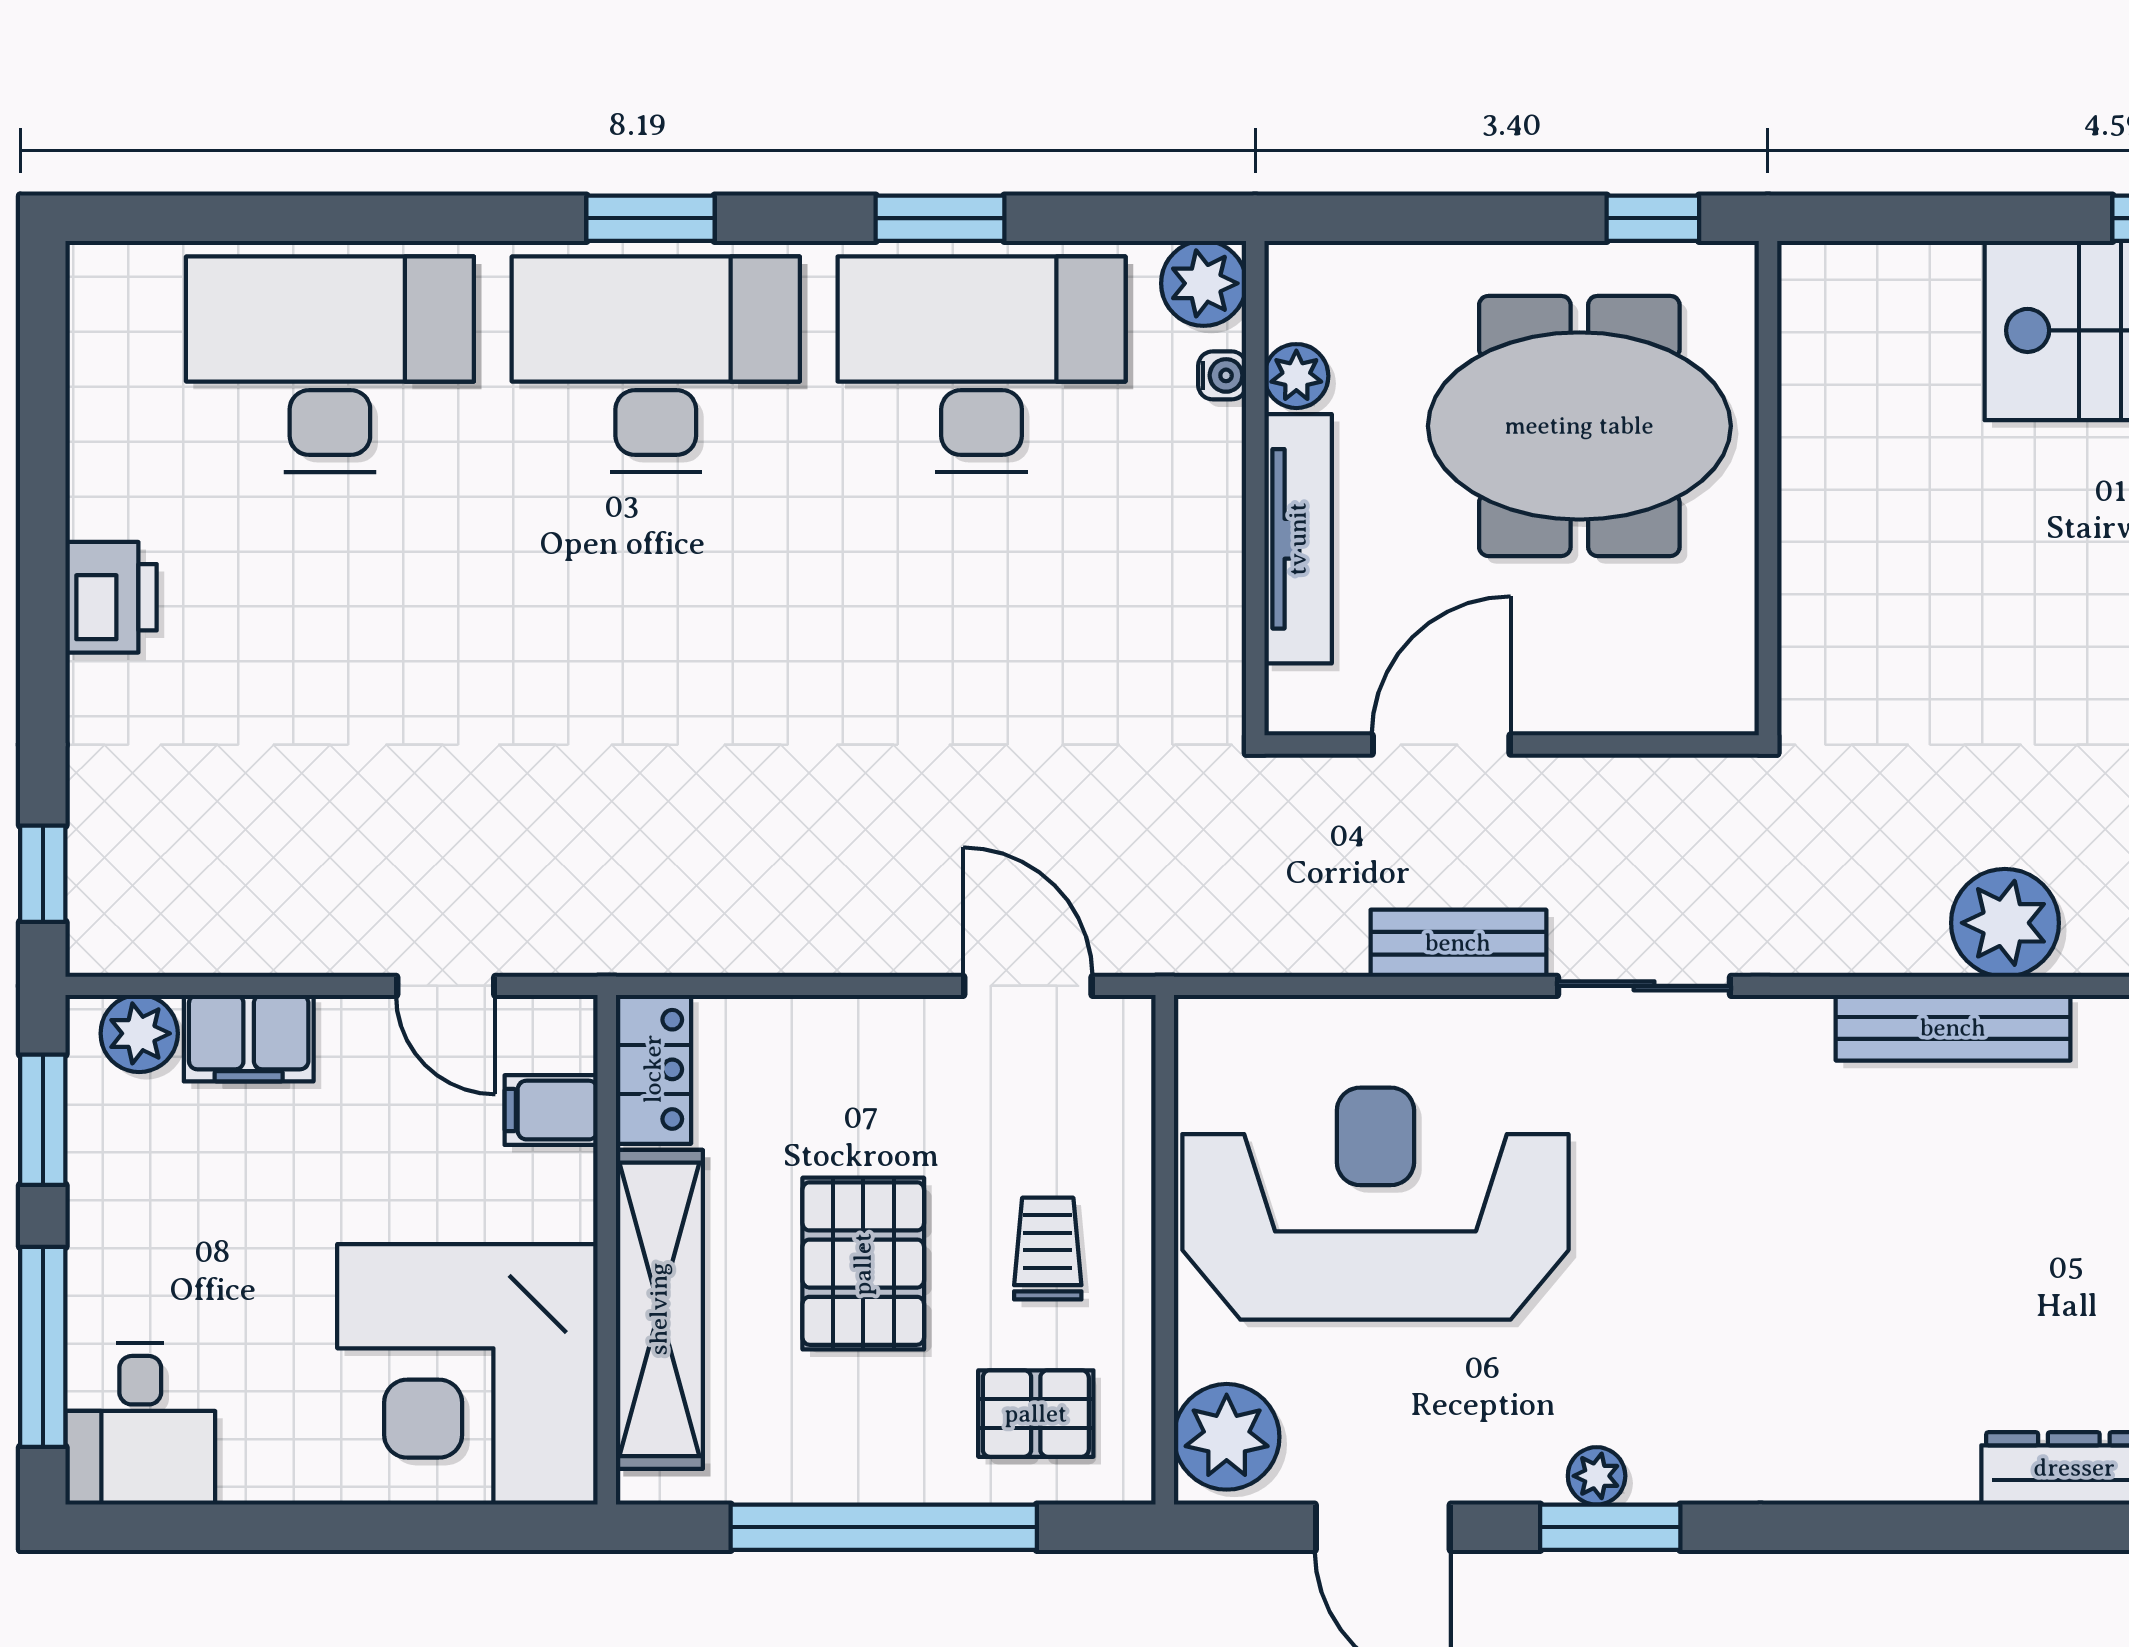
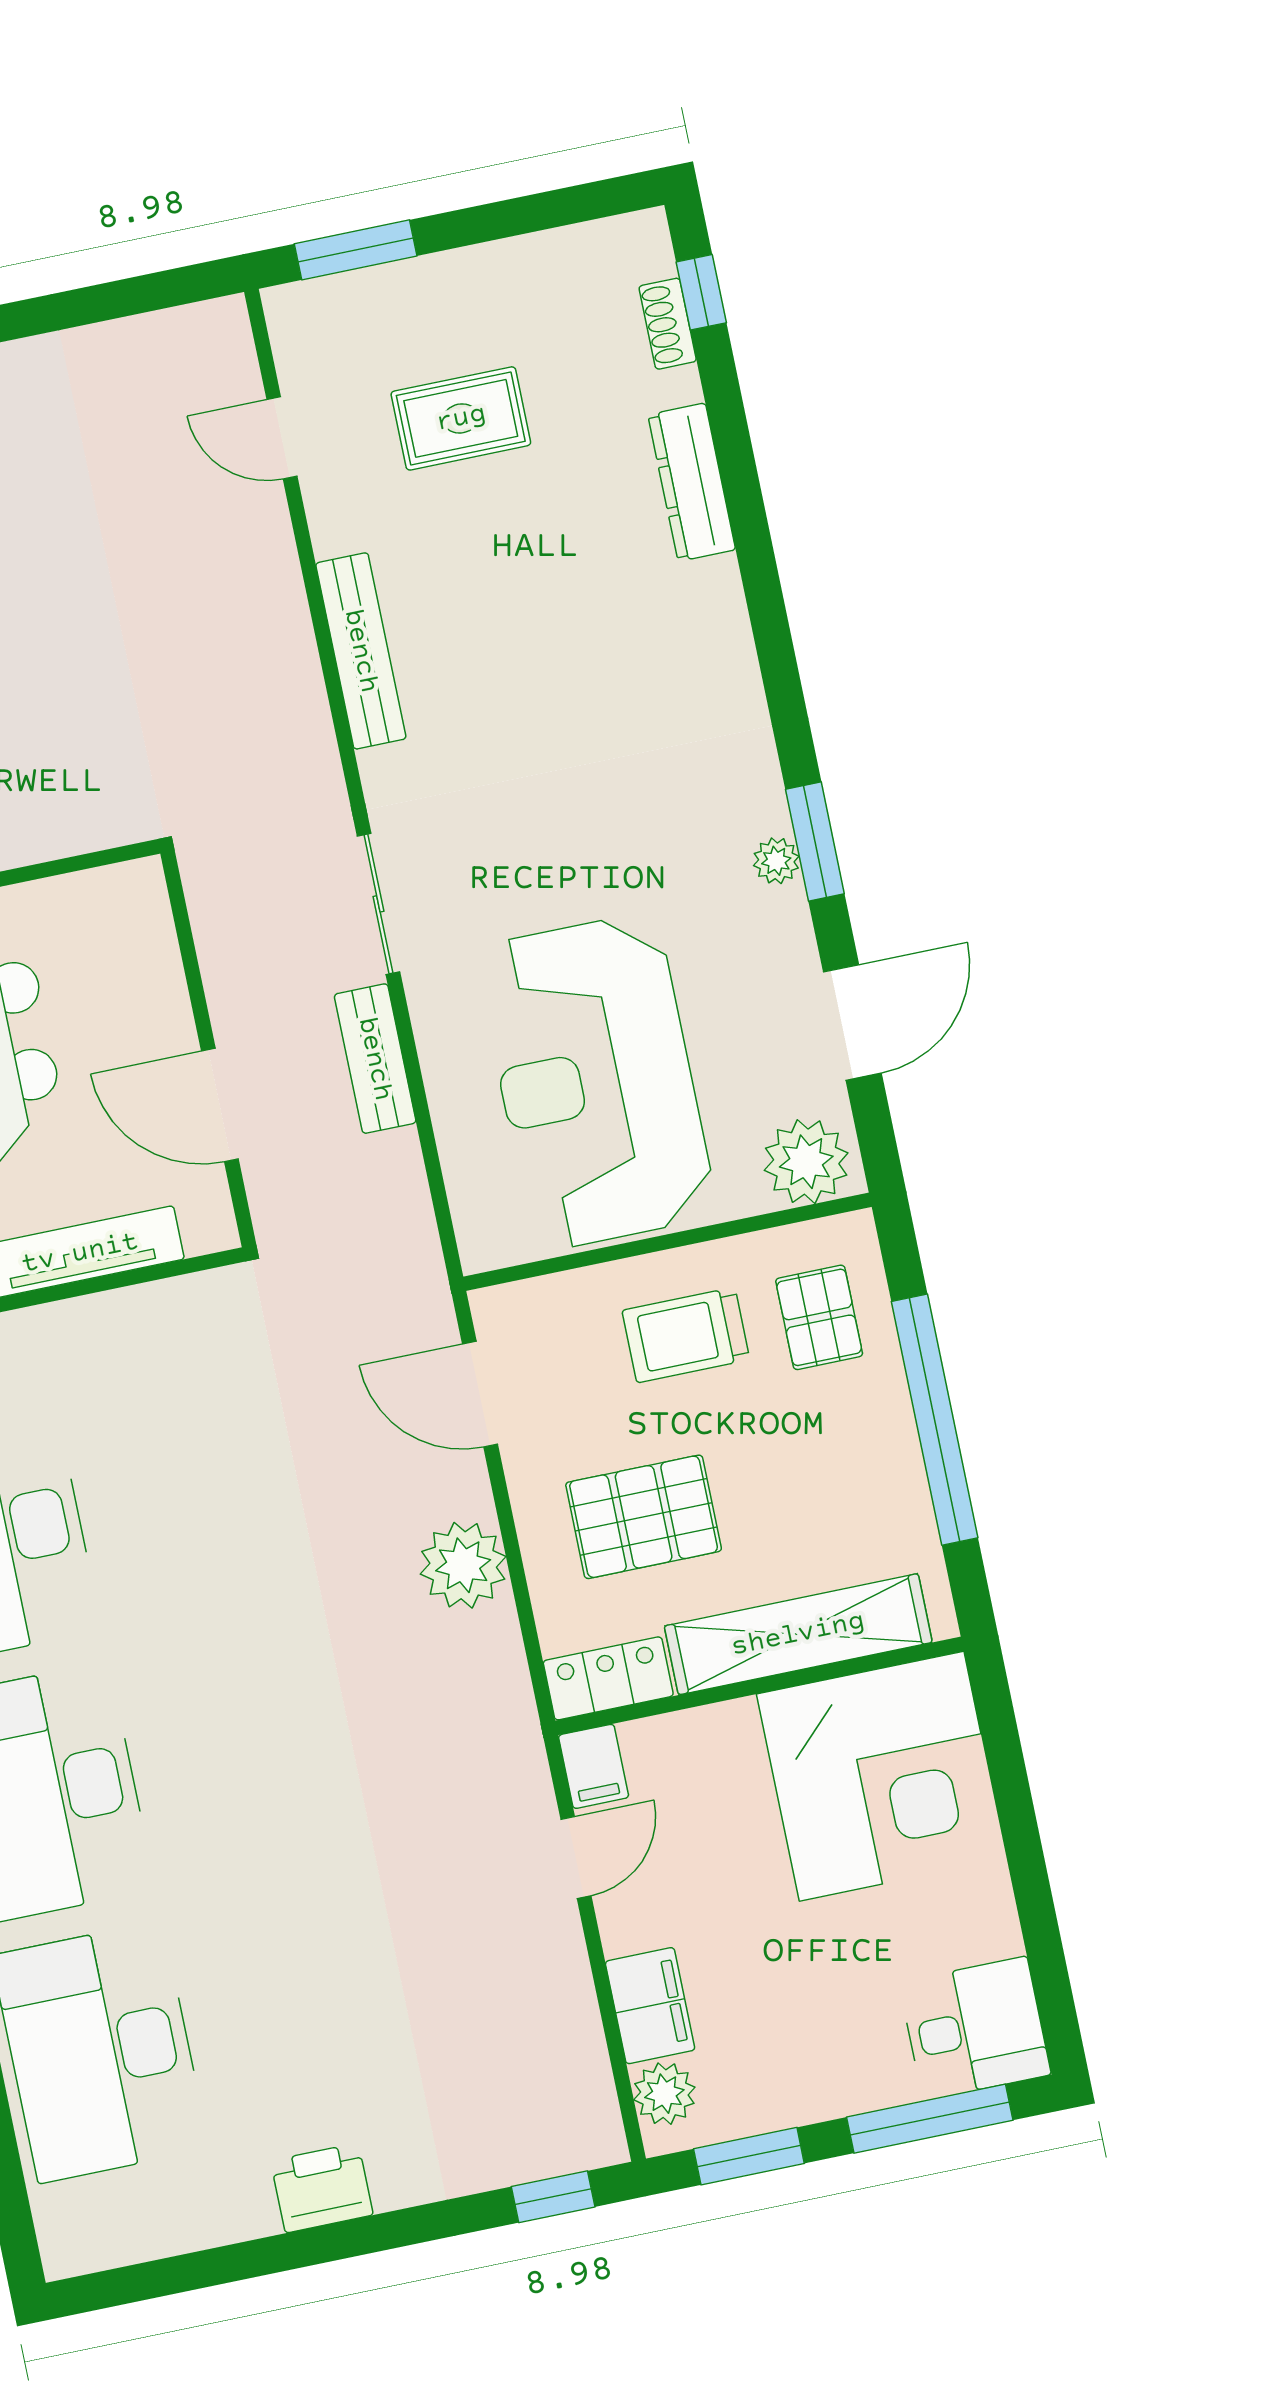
plant: (2005, 923) -> (463, 1565), moved
door: (1028, 986) -> (480, 1394), hinge flipped
filing cabinet: (551, 1110) -> (594, 1766), moved
trolley: (1048, 1249) -> (686, 1335), width x1.36, depth x1.39
pallet: (863, 1264) -> (644, 1517), moved

